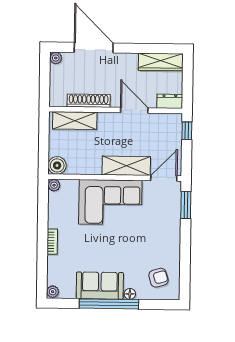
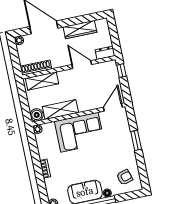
wardrobe: (161, 62) -> (80, 30), moved
shoe rack: (89, 101) -> (36, 68), moved
shelving: (126, 166) -> (60, 109), moved
window: (186, 205) -> (136, 140), moved

